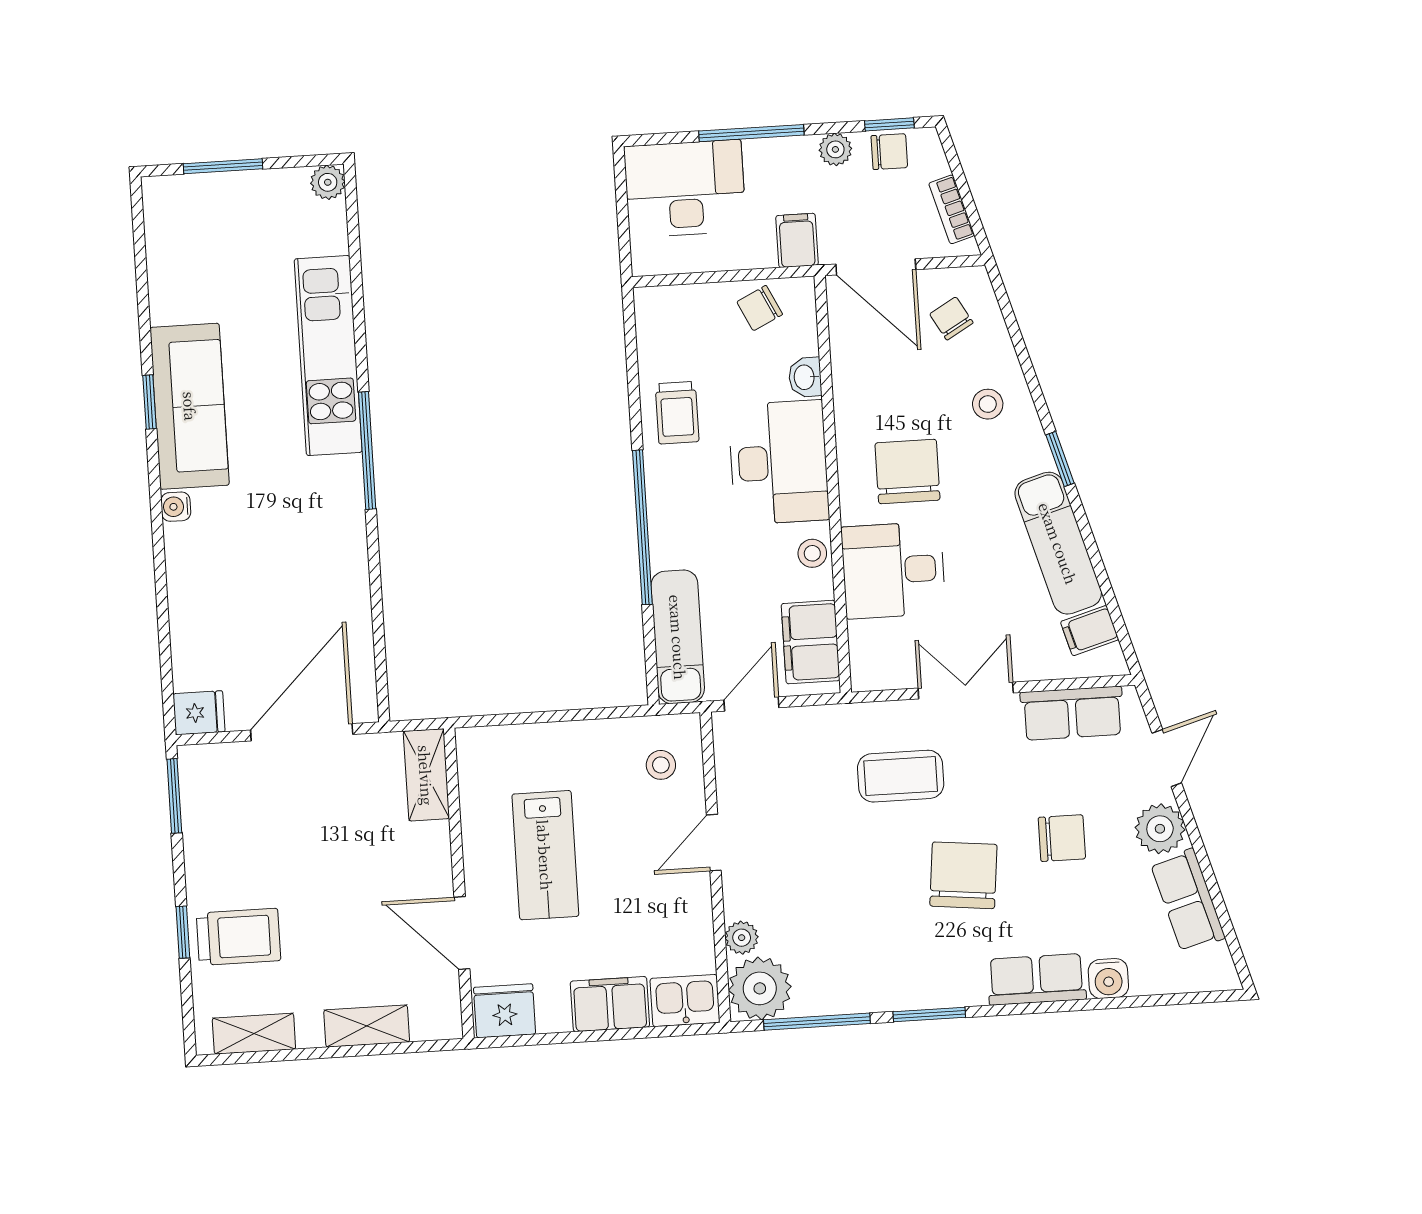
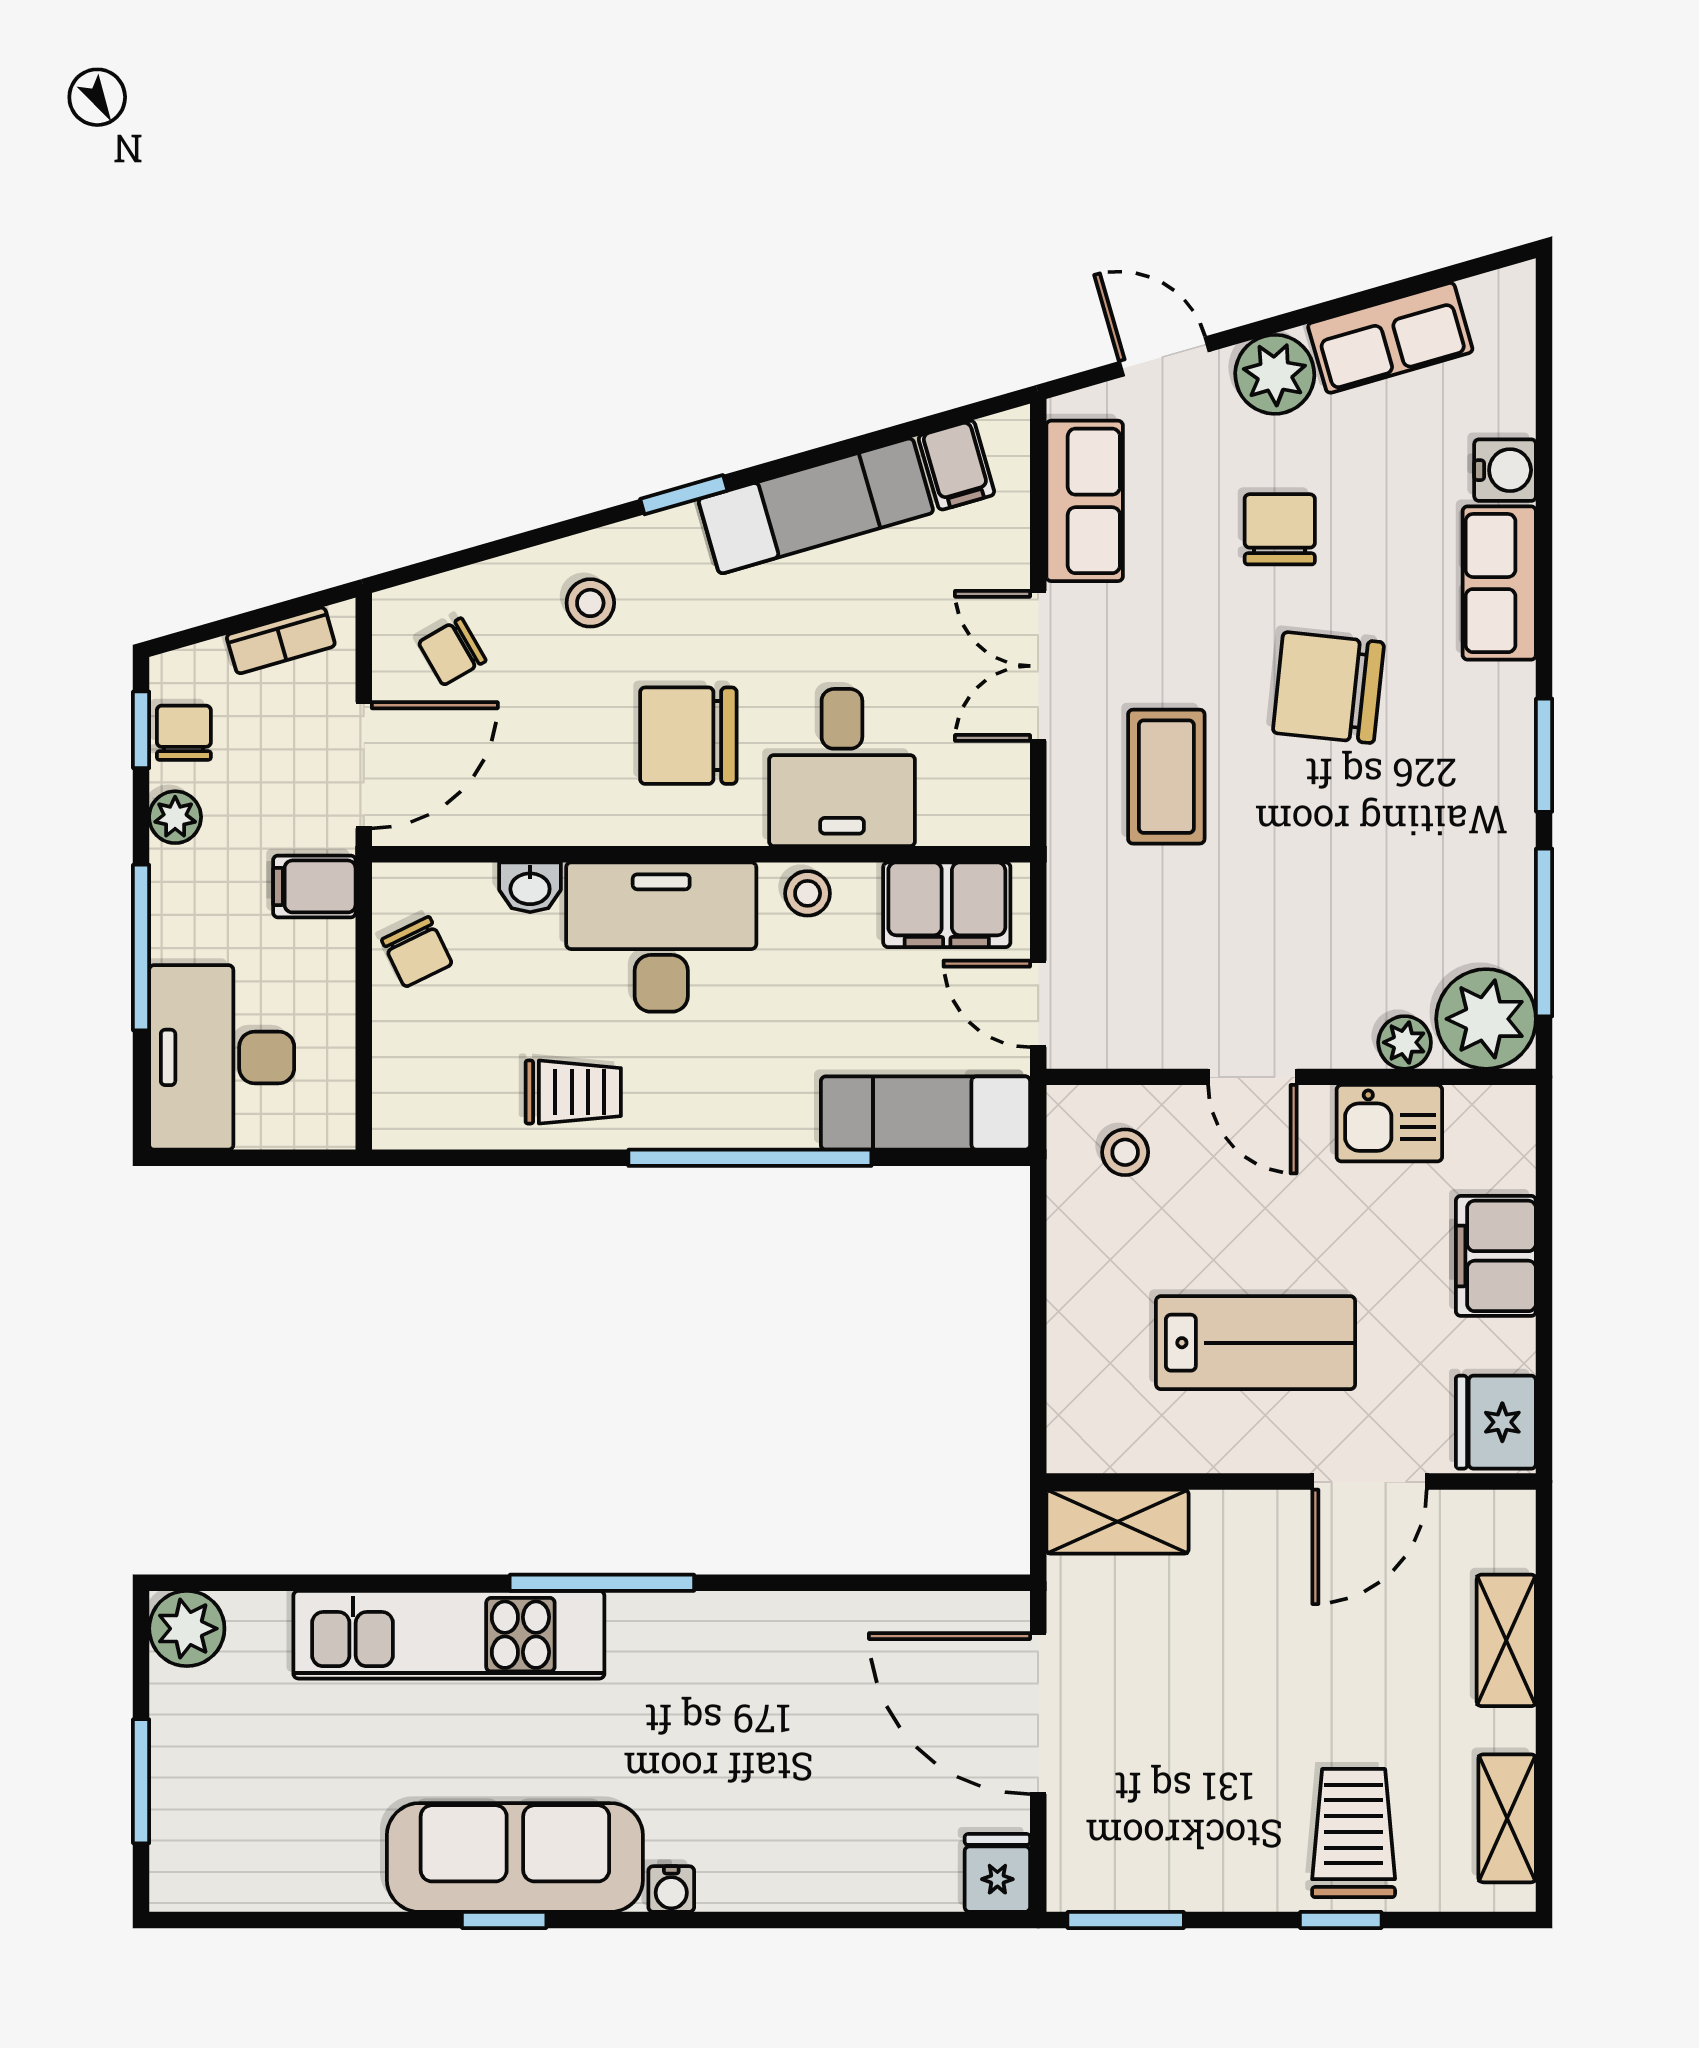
plant: (328, 182) -> (187, 1629), width x1.38, depth x1.38
kitchen sink: (685, 1000) -> (1389, 1123), moved, turned -90

